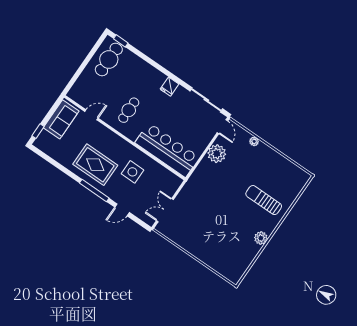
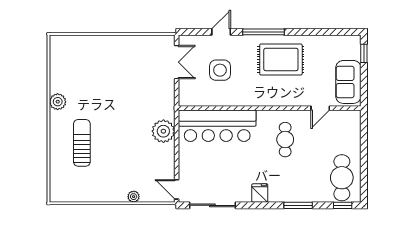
window: (150, 61) -> (298, 205), added
plant: (217, 154) -> (163, 131), moved
side table: (132, 172) -> (220, 70), moved
sun lounger: (264, 200) -> (82, 143), turned -90

